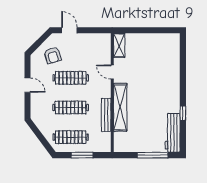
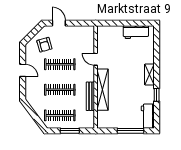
workbench: (159, 41) -> (136, 32), added
shelving: (119, 45) -> (149, 75), moved
workbench: (173, 133) -> (148, 116), width x0.73

